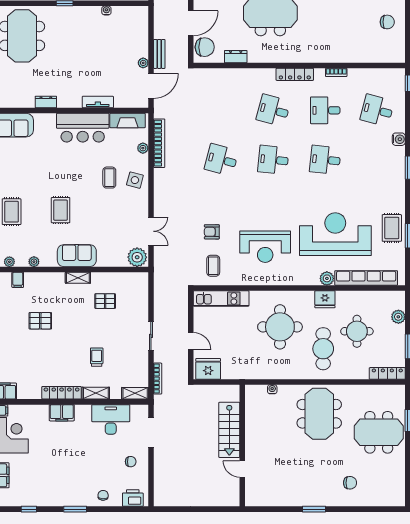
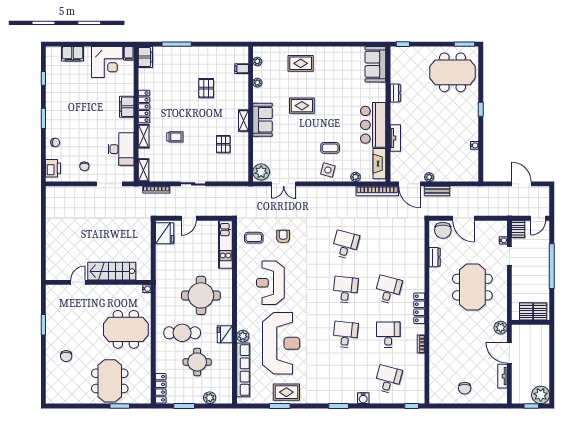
bookcase: (159, 143) -> (377, 191), moved
stairs: (229, 430) -> (112, 271), moved
wall: (242, 446) -> (98, 282), moved
door: (242, 469) -> (78, 282), moved

